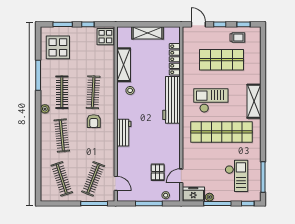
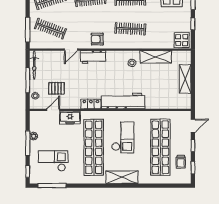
locker: (175, 59) -> (91, 104), moved, width x0.66
shop shelf: (222, 60) -> (160, 147), width x1.40
armchair: (94, 121) -> (97, 39), moved
door: (181, 176) -> (53, 110), hinge flipped
checkout: (236, 176) -> (53, 161), turned 180
door: (116, 183) -> (71, 50), moved
freezer: (193, 194) -> (70, 118), moved, turned 90
bicycle: (132, 196) -> (34, 65), added

